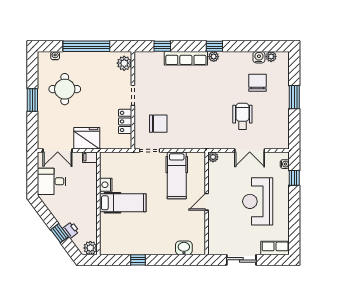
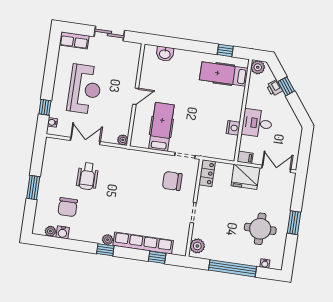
row of seats: (186, 58) -> (143, 243), width x1.36
locker: (125, 121) -> (207, 173), moved
desk: (52, 181) -> (257, 123), moved, turned 180
hospital bed: (123, 203) -> (224, 74), moved
window: (138, 260) -> (225, 50), moved

